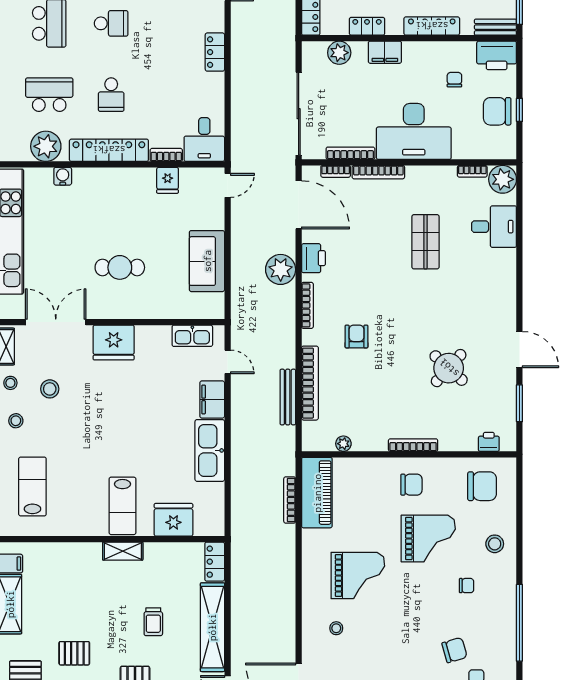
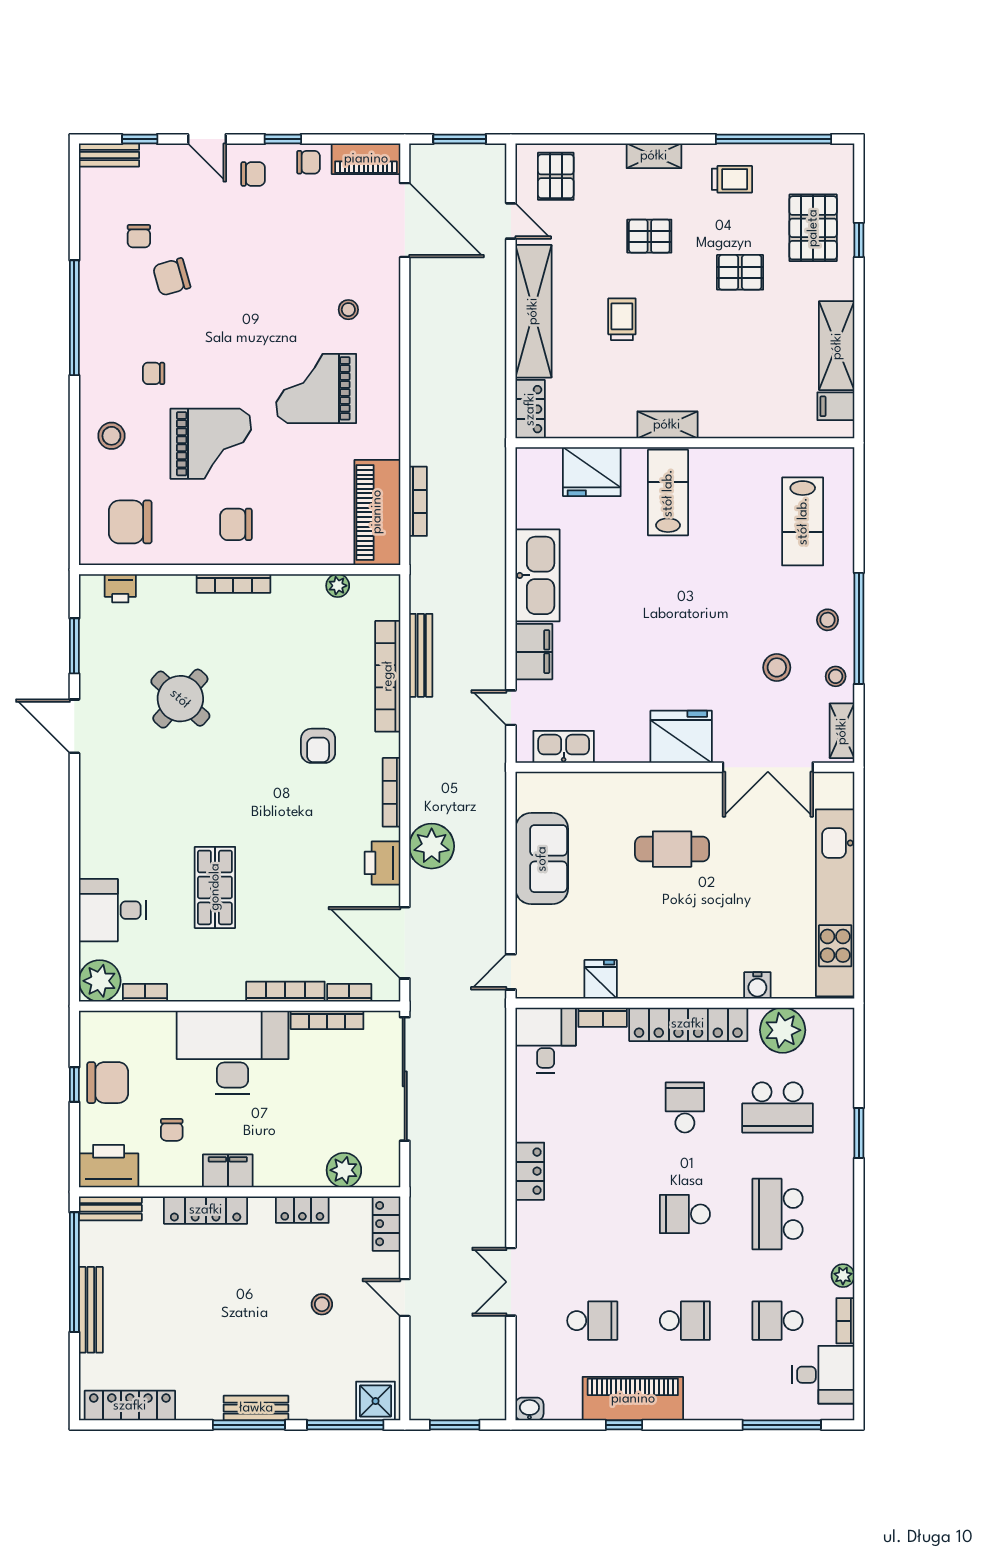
filing cabinet: (385, 52) -> (228, 1171), moved
grand piano: (428, 538) -> (211, 444), turned 180

